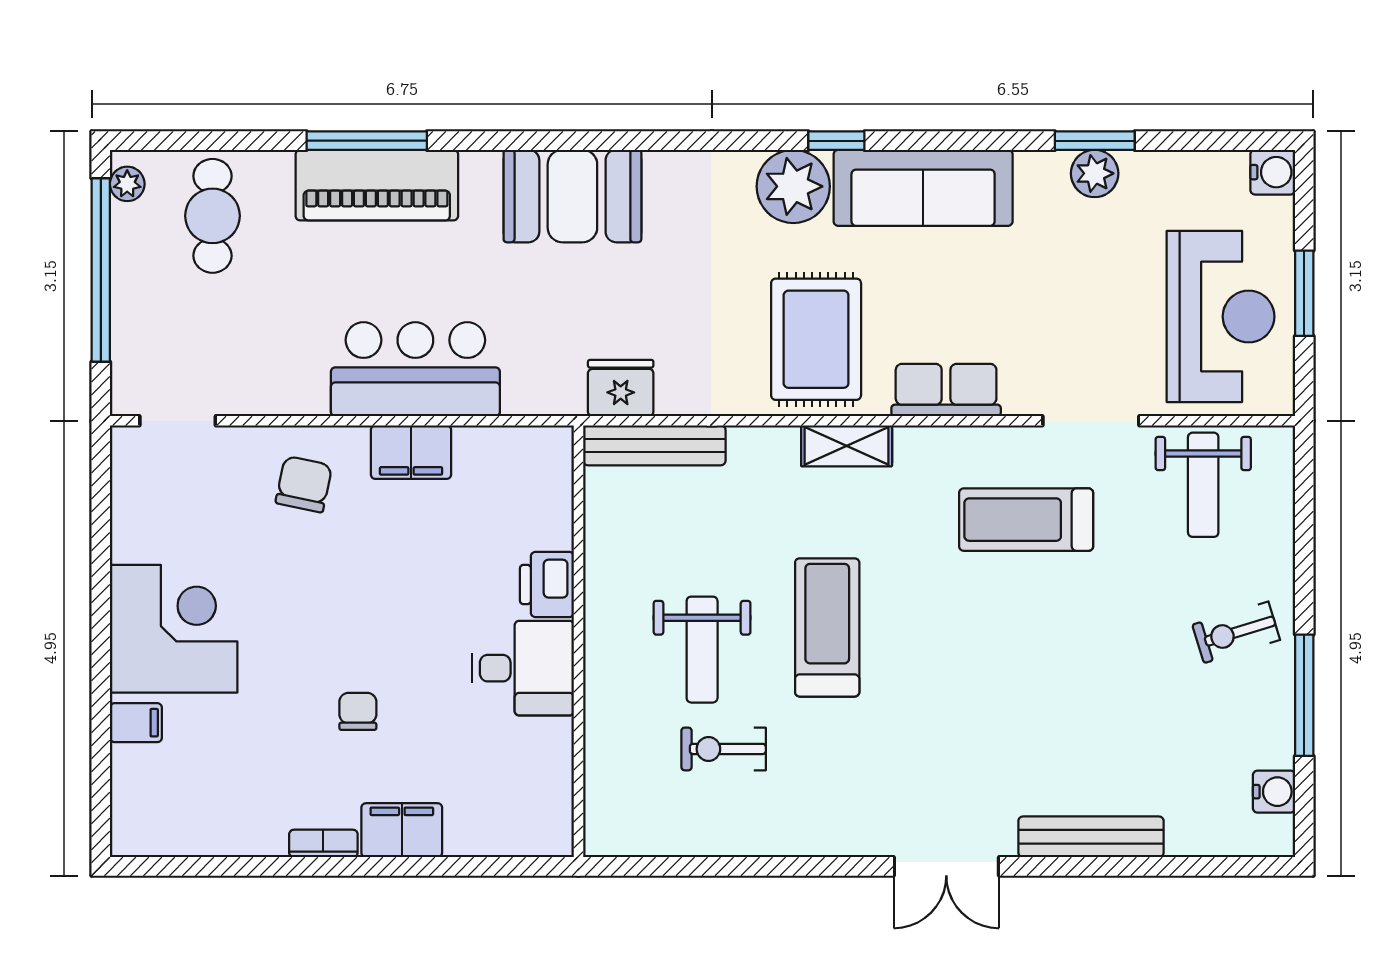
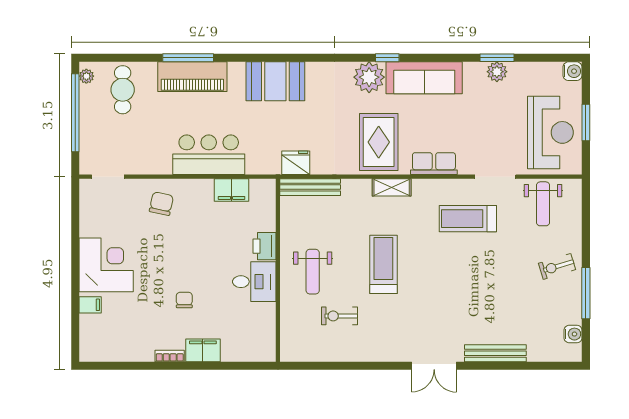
filing cabinet: (411, 452) -> (232, 190), moved
weight bench: (702, 650) -> (313, 272), moved

